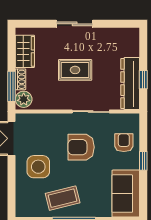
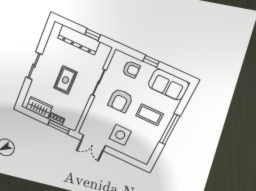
dresser: (130, 84) -> (79, 40), moved
plant: (24, 99) -> (71, 123), removed
armchair: (124, 143) -> (131, 69), turned 180
coffee table: (63, 198) -> (149, 115), moved, turned -76

